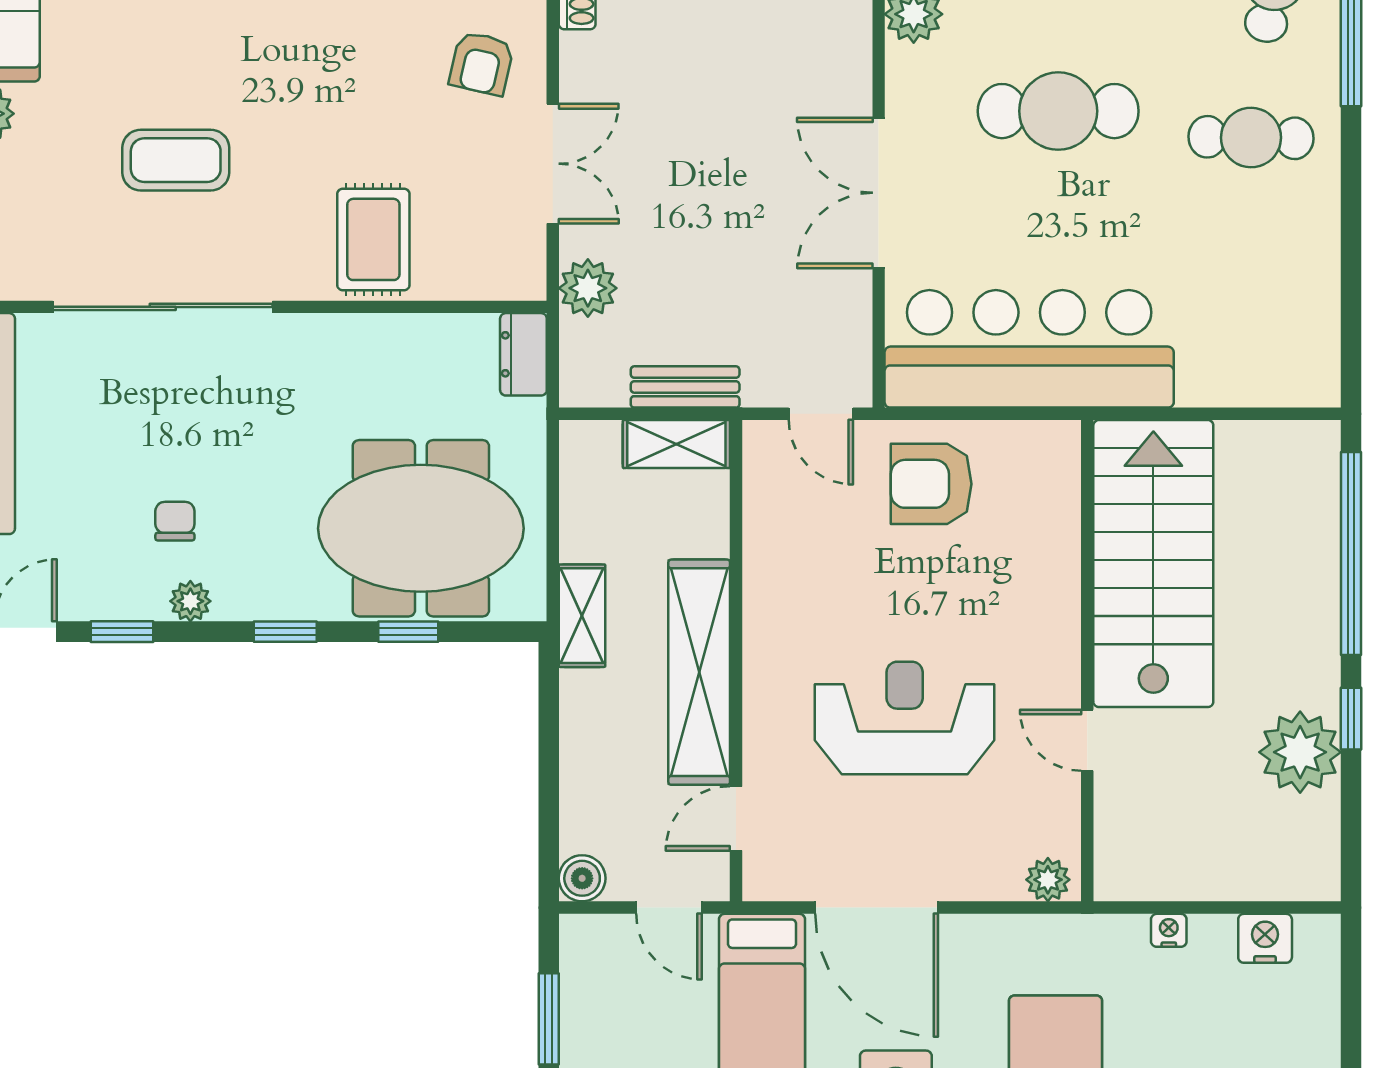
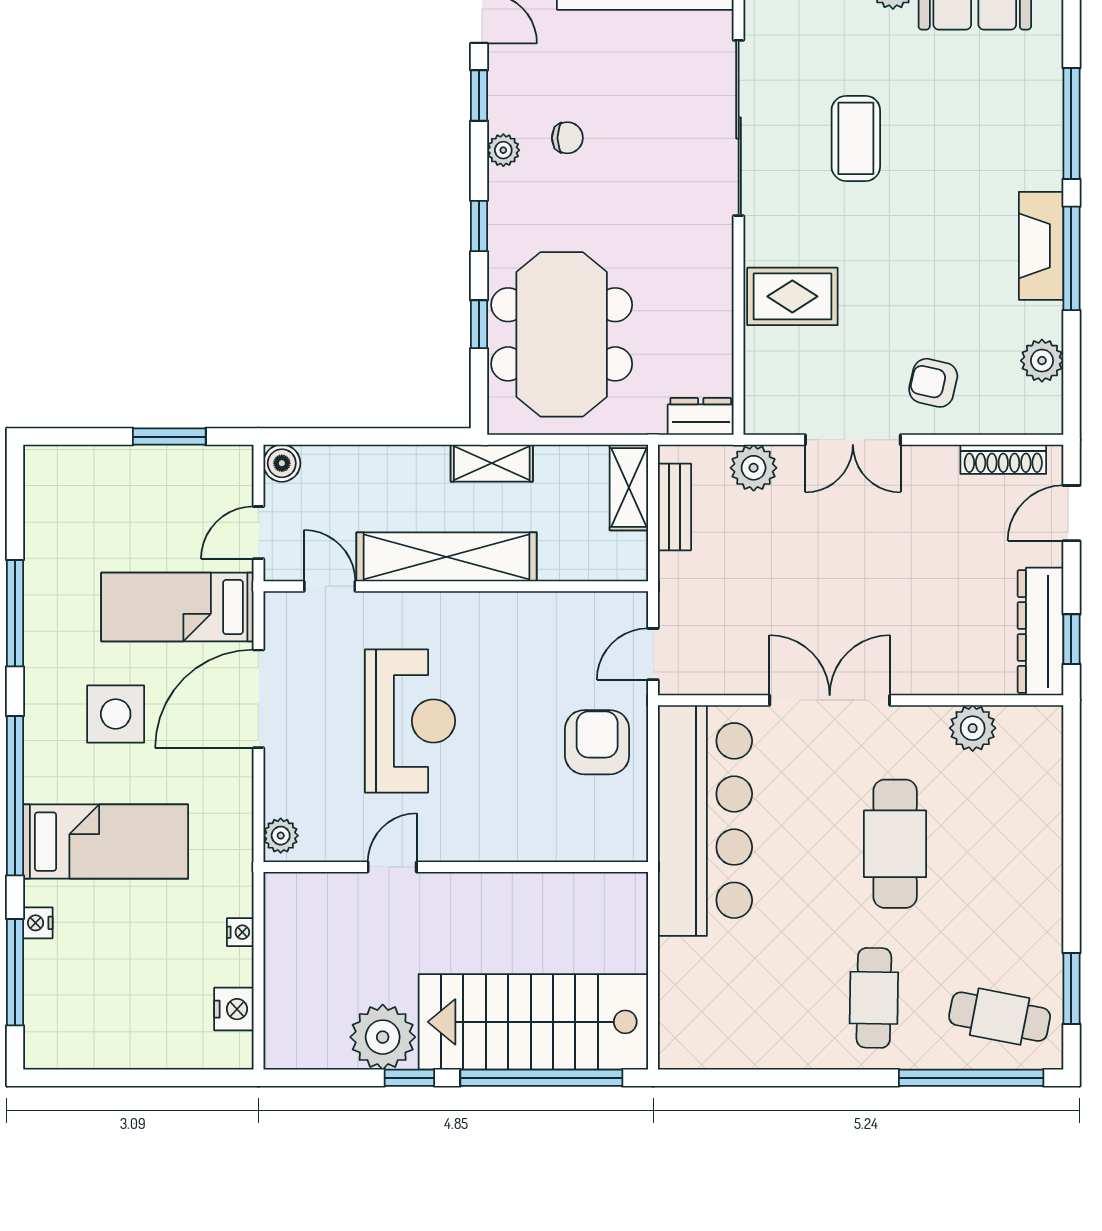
bench: (685, 387) -> (675, 507), moved
shelving: (676, 444) -> (629, 488), moved
stairs: (1153, 564) -> (533, 1022), moved, turned 180

